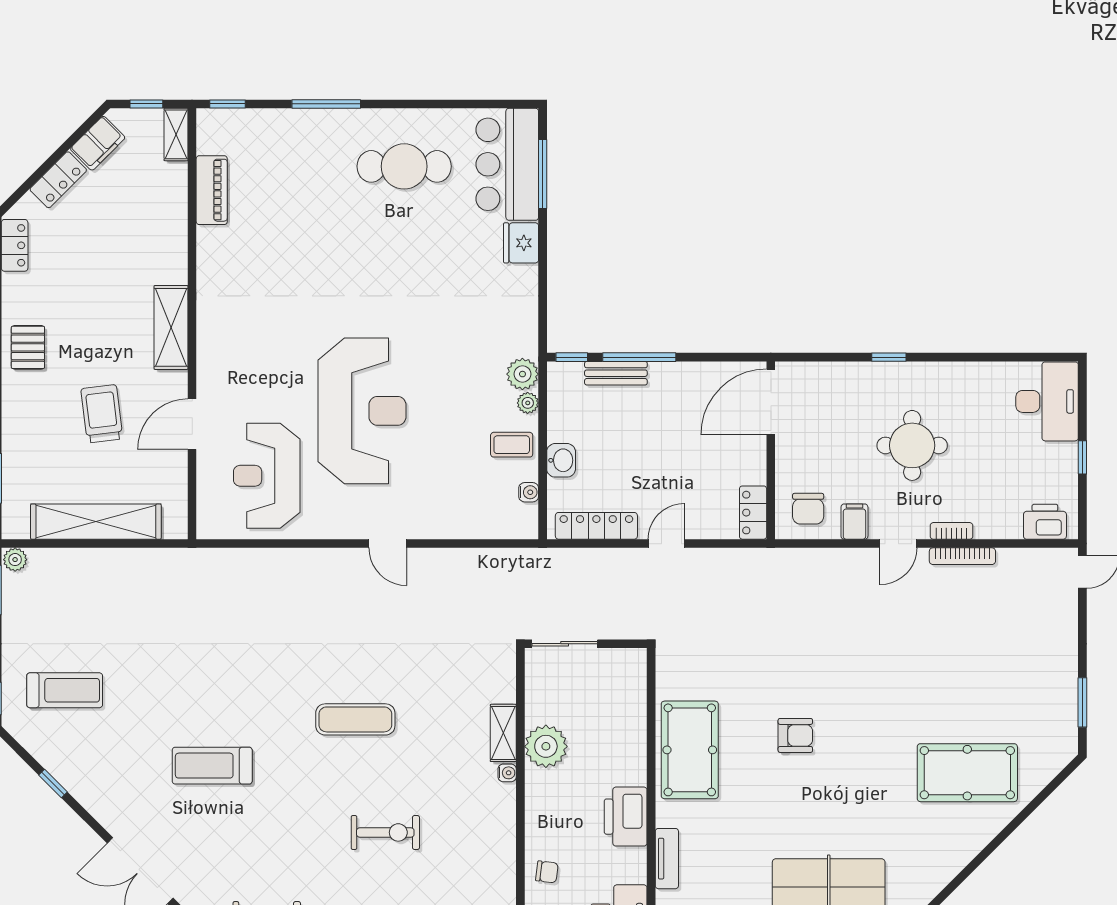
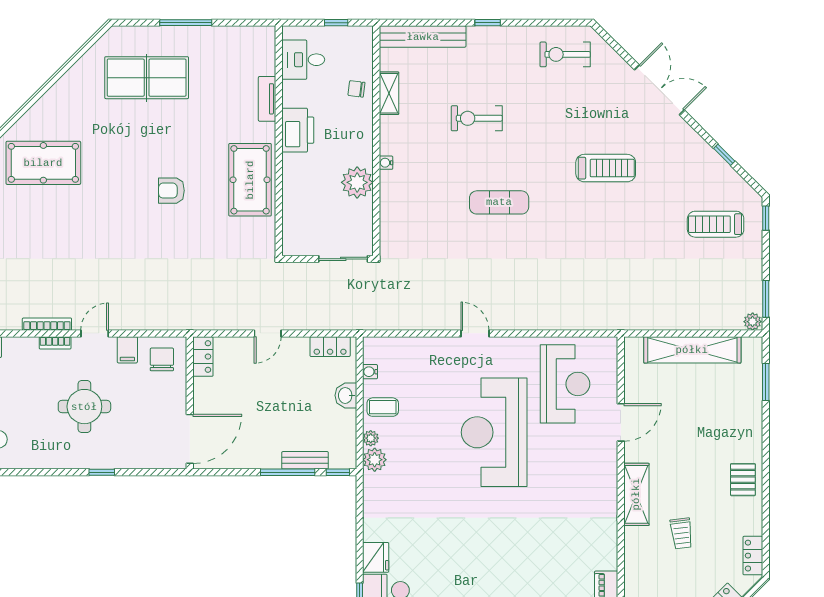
trolley: (102, 414) -> (681, 533), moved, width x0.73, depth x0.72
locker: (596, 526) -> (330, 347), width x0.66
shelving: (503, 733) -> (389, 93), moved

